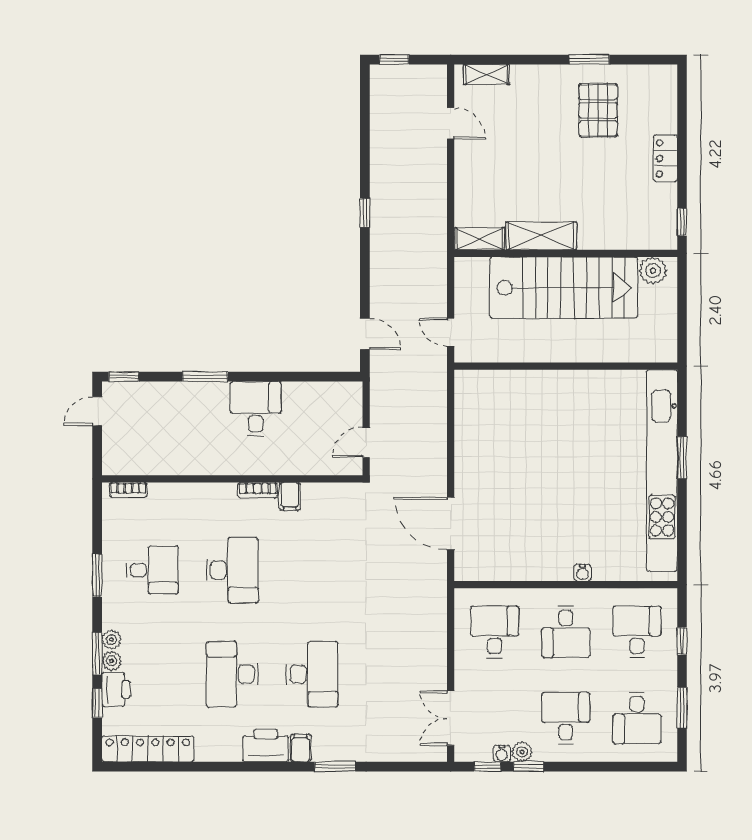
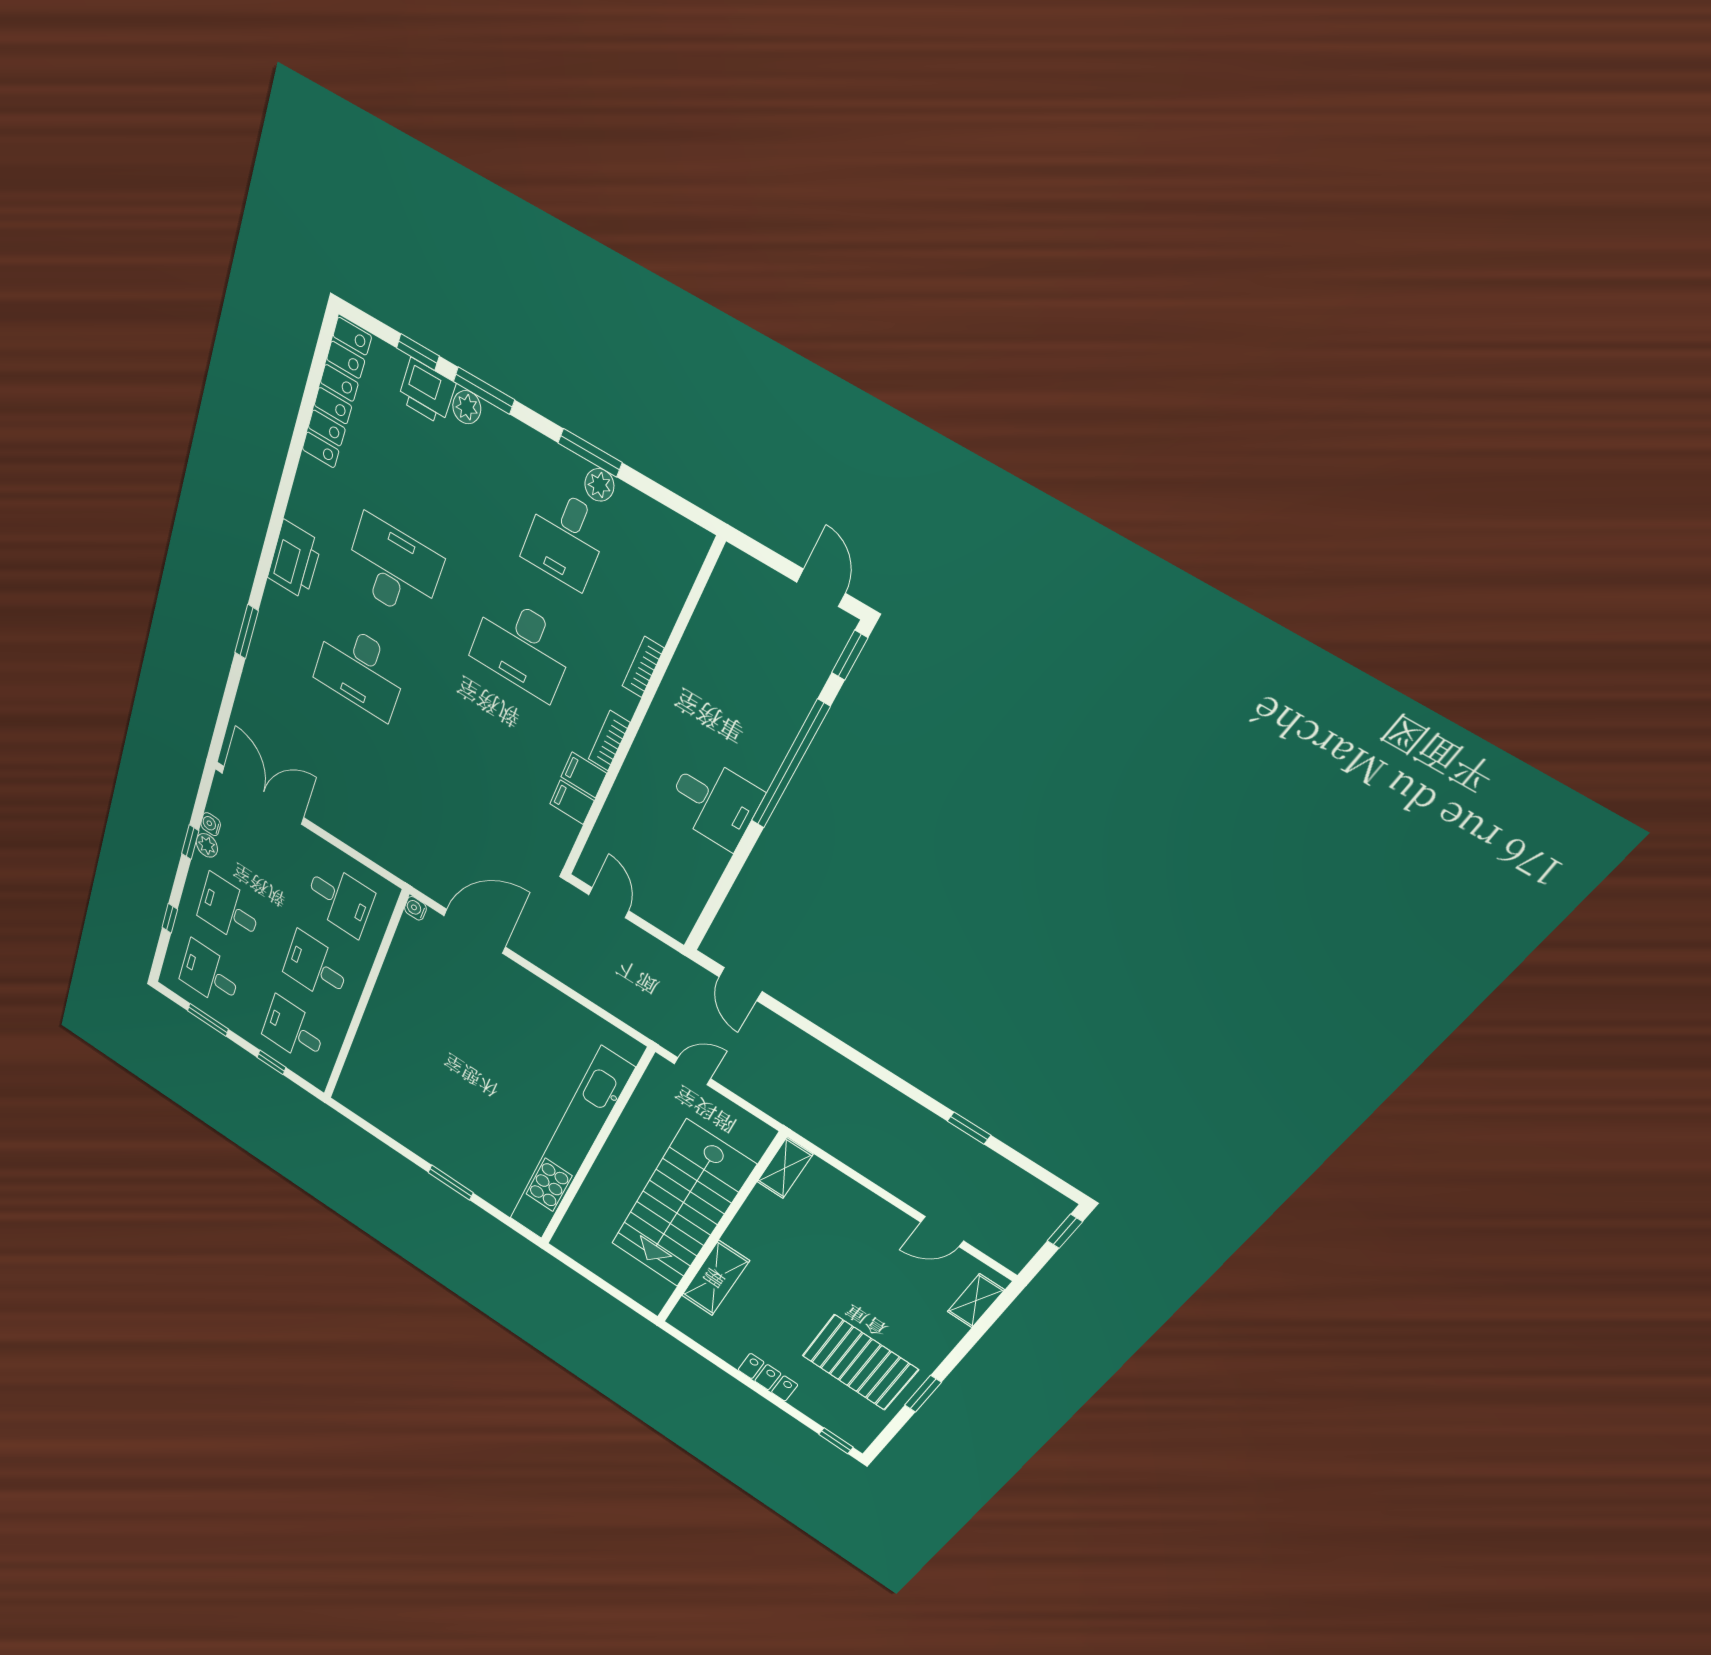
pallet: (598, 110) -> (860, 1363), width x1.37, depth x1.41
window: (365, 213) -> (969, 1128), moved
window: (682, 222) -> (836, 1441), moved
shelving: (541, 236) -> (715, 1278), moved
plant: (653, 271) -> (655, 1288), removed
door: (365, 334) -> (740, 984), hinge flipped
window: (205, 377) -> (790, 765), width x2.11
kitchen unit: (662, 471) -> (570, 1146), moved, turned -90
bookcase: (128, 490) -> (643, 667), moved
water cooler: (583, 573) -> (415, 908), moved
desk: (637, 632) -> (294, 1030), turned 180
plant: (112, 640) -> (599, 485), moved
double door: (451, 718) -> (263, 795), width x1.37
desk: (566, 718) -> (229, 910), turned 180
filing cabinet: (301, 748) -> (572, 802), moved, turned 180
window: (487, 767) -> (170, 918), moved

